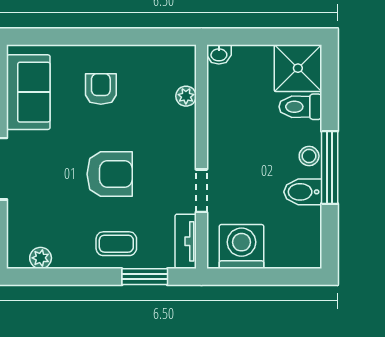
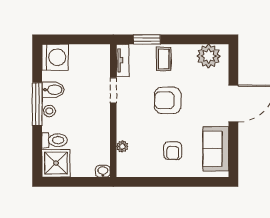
coffee table: (116, 244) -> (164, 59), turned 90
washing machine: (241, 247) -> (55, 57), moved, turned -90
plant: (41, 258) -> (209, 56), width x1.87, depth x1.87

